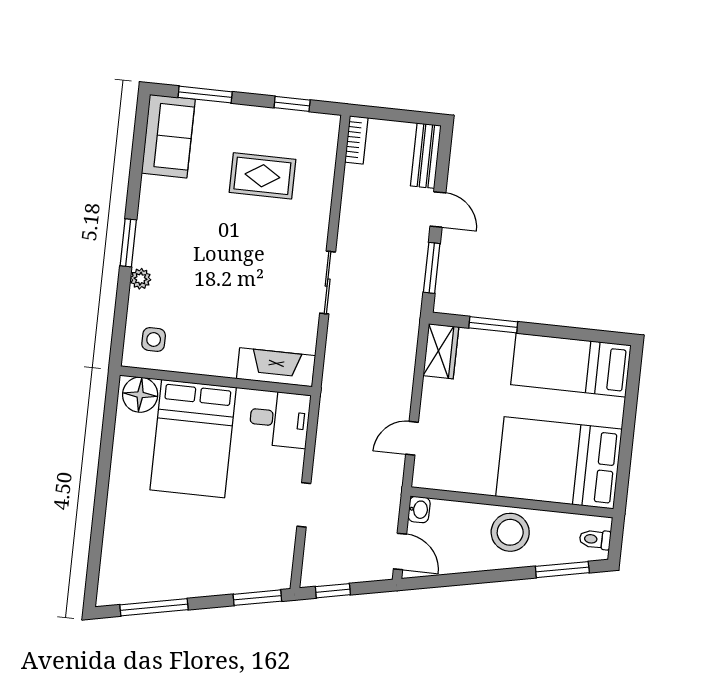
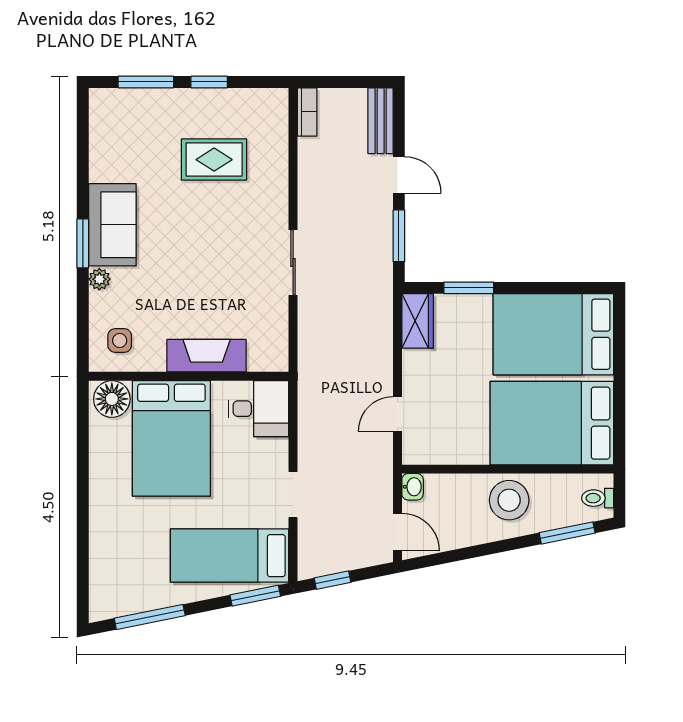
window: (292, 104) -> (209, 82), moved
sofa: (168, 136) -> (112, 225), moved
bed: (571, 365) -> (553, 334), width x1.50
fireplace: (276, 367) -> (207, 356), moved
bed: (237, 557) -> (229, 556), added

